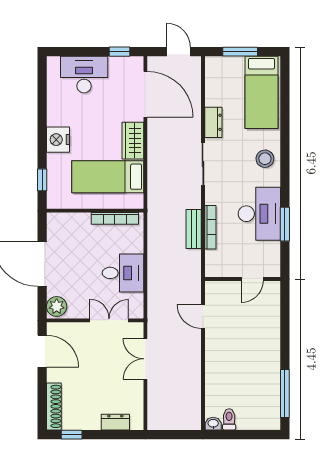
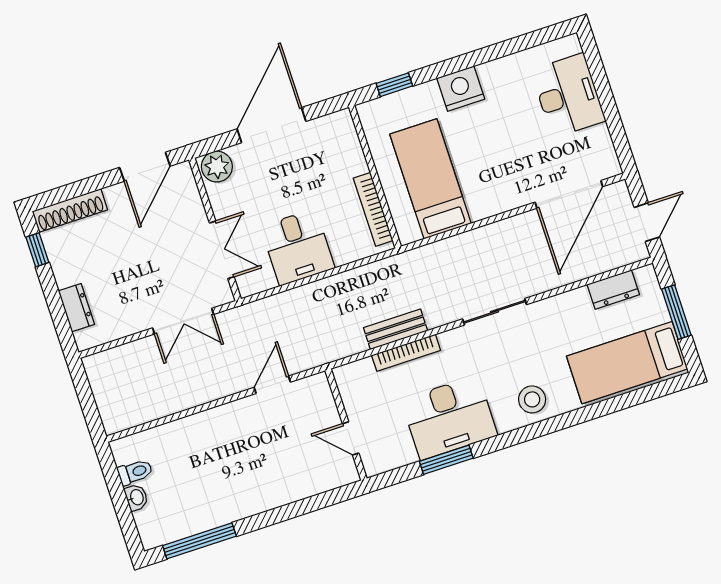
window: (119, 52) -> (619, 136), removed
dresser: (213, 122) -> (613, 289), moved
wardrobe: (133, 141) -> (495, 198), removed
double door: (145, 359) -> (183, 321), swing flipped
washbasin: (213, 424) -> (136, 497), moved

